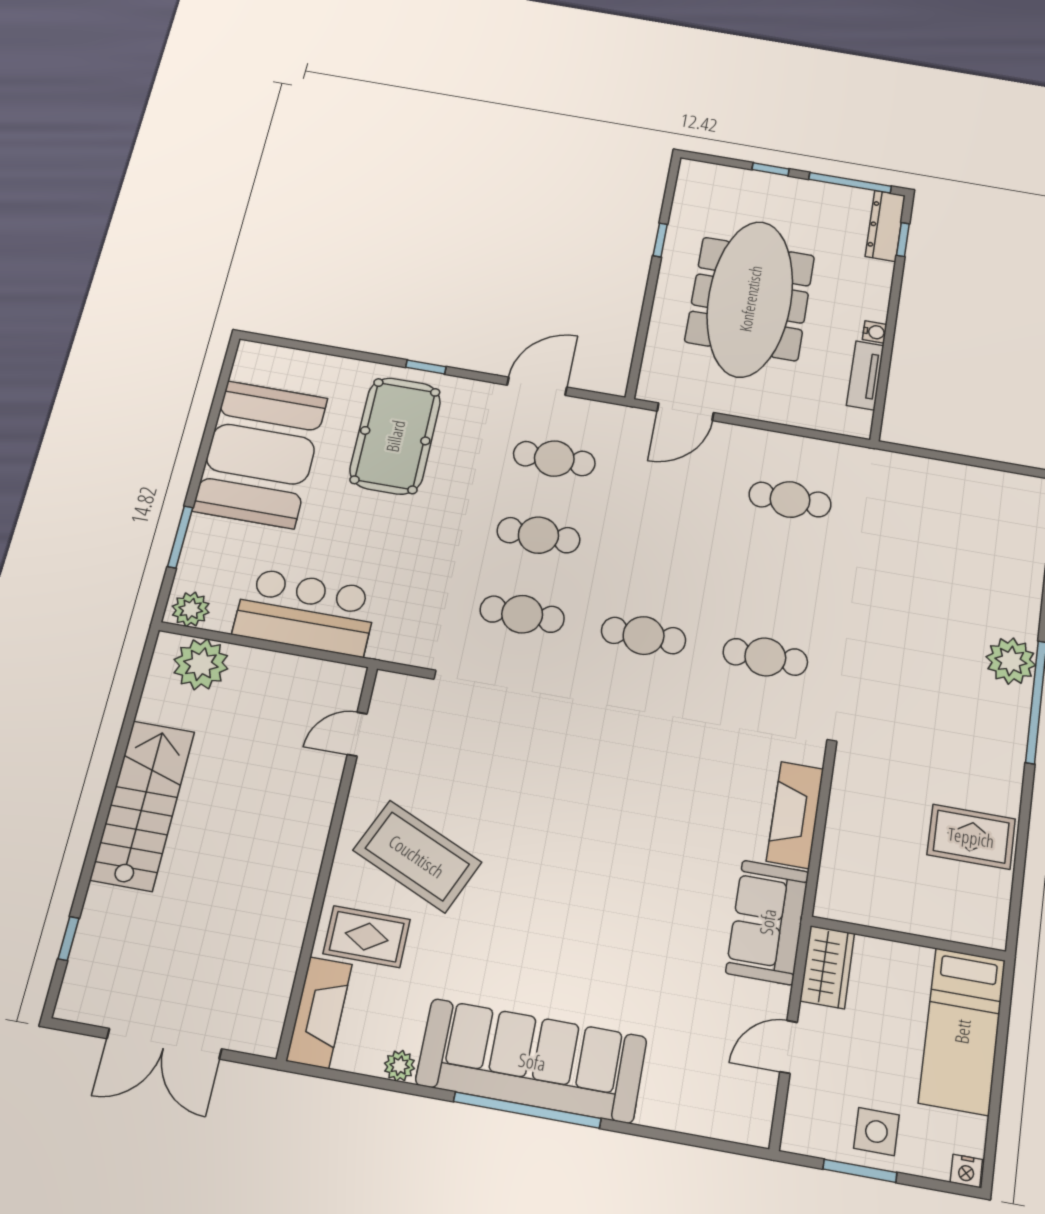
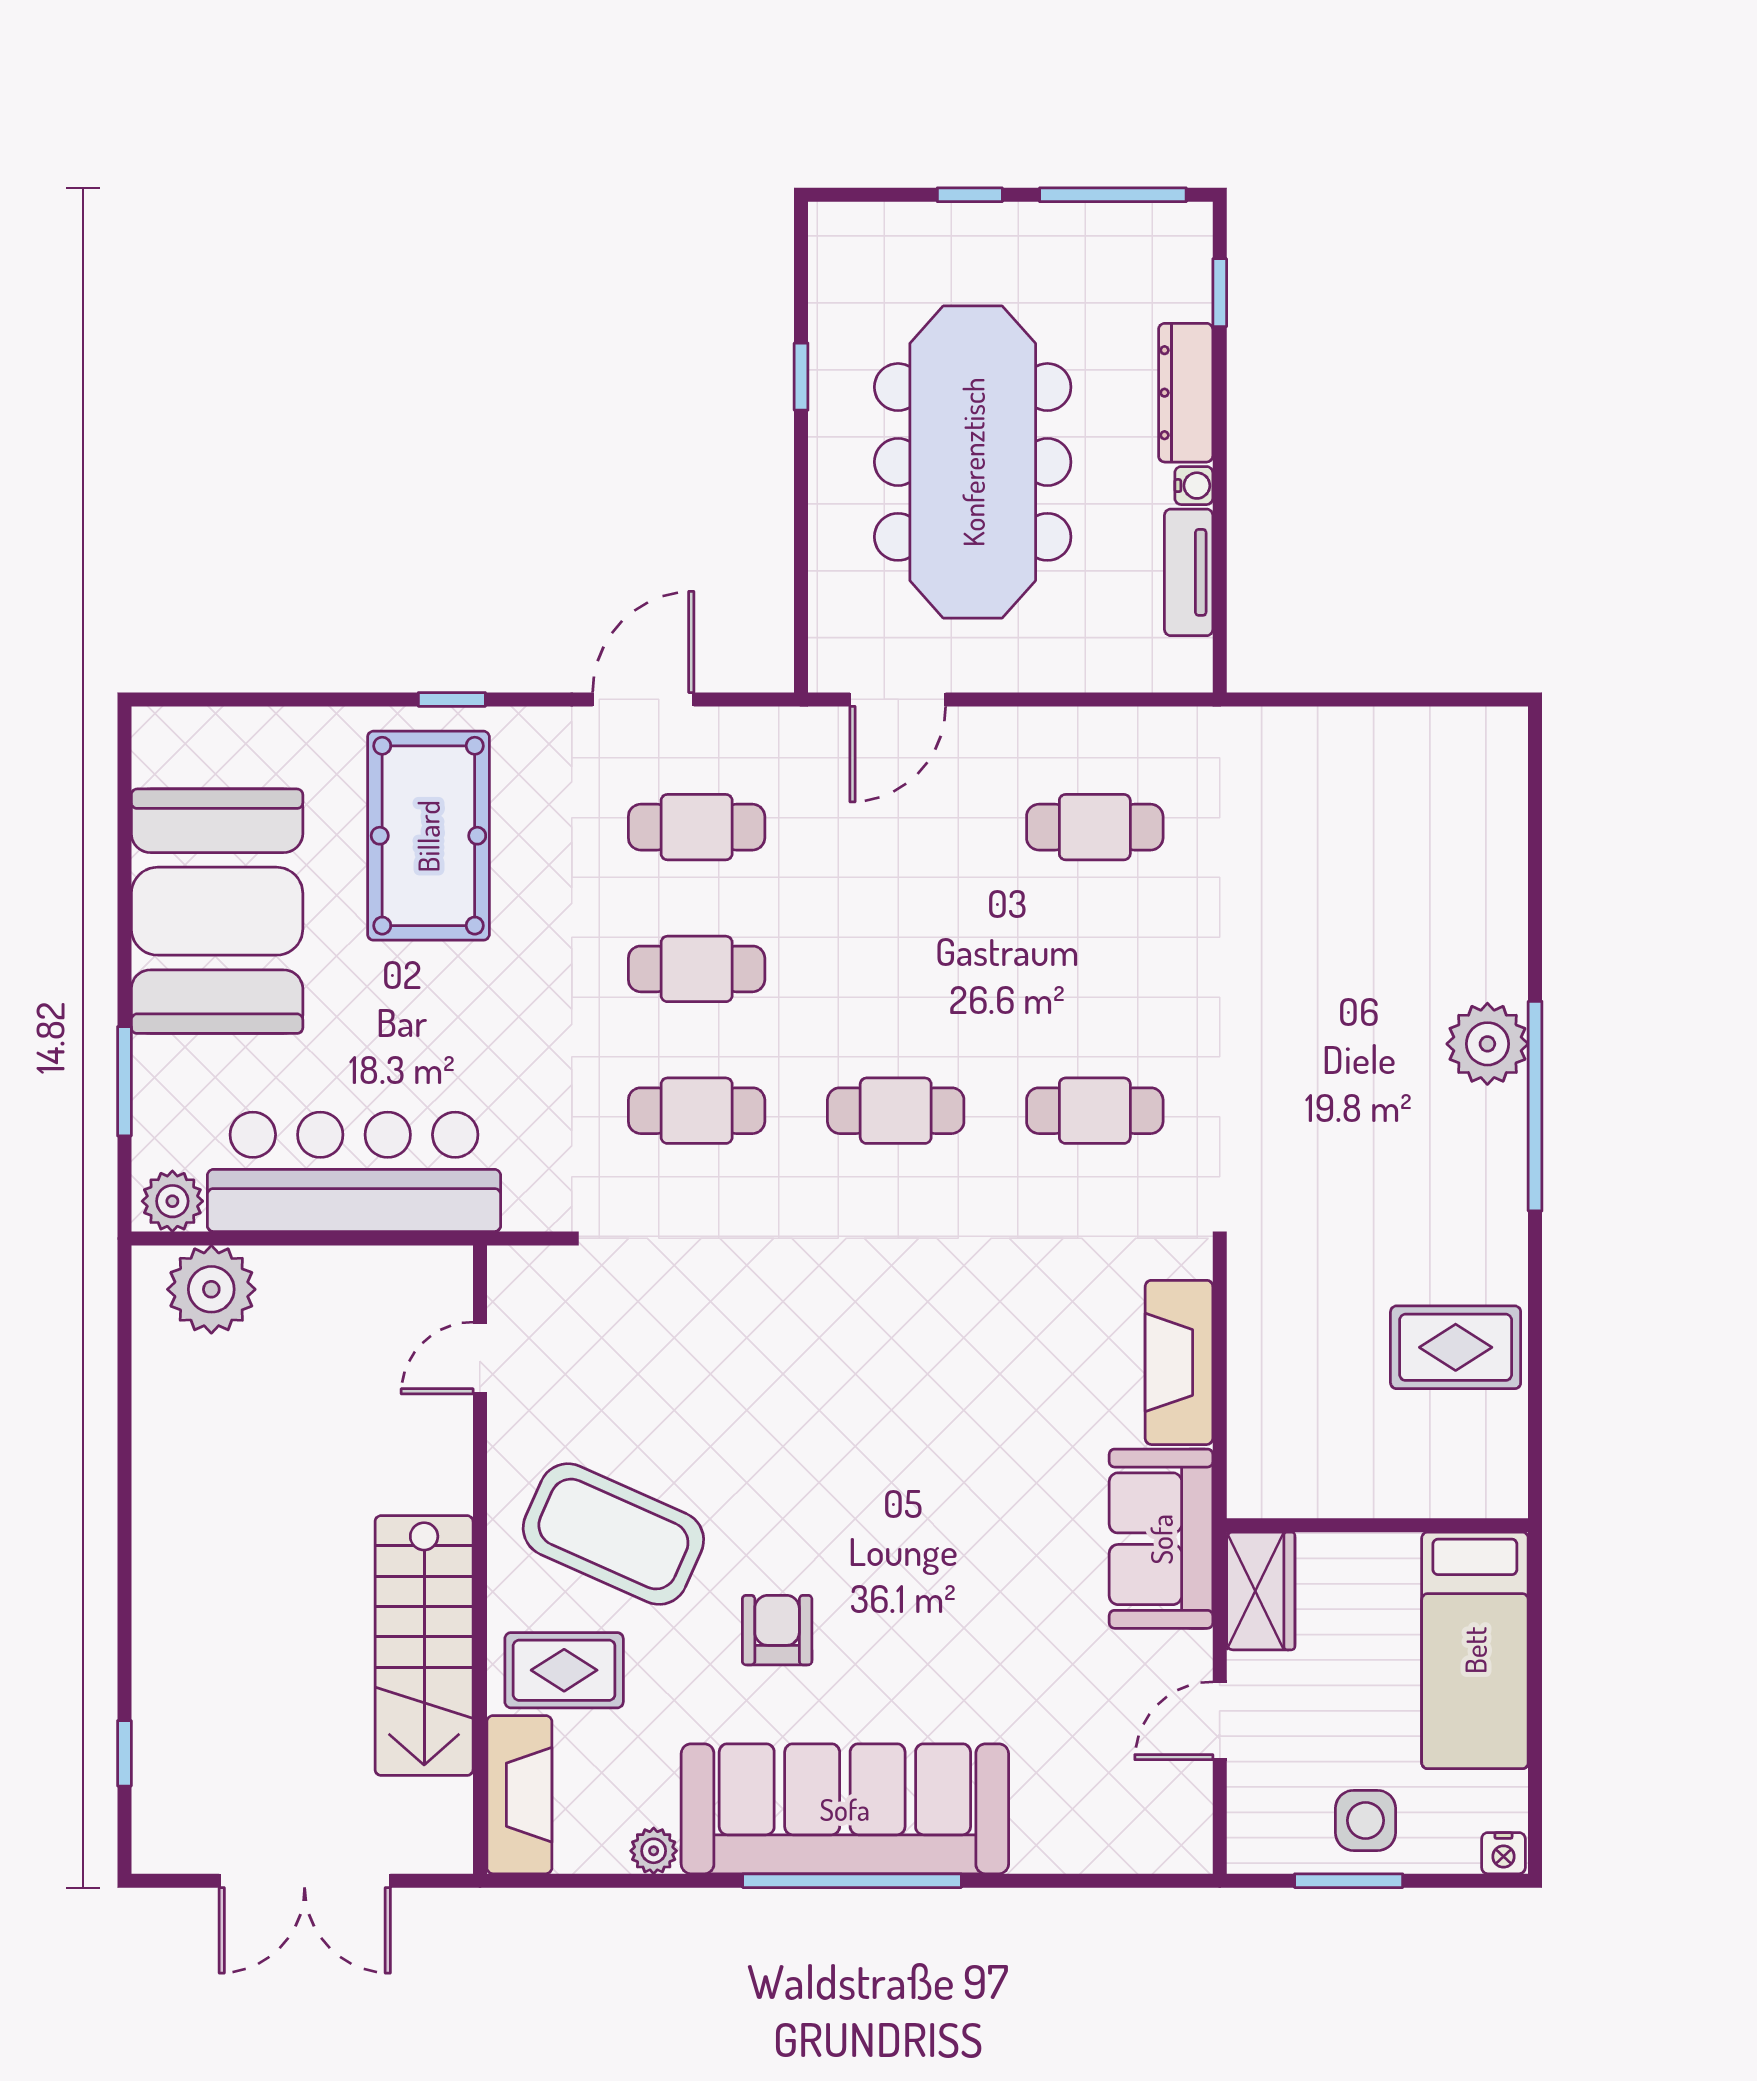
dresser: (885, 226) -> (1186, 393), moved
bar counter: (306, 612) -> (354, 1172), width x1.36
stairs: (143, 805) -> (424, 1646), moved, turned 180
armchair: (510, 936) -> (777, 1630), added

